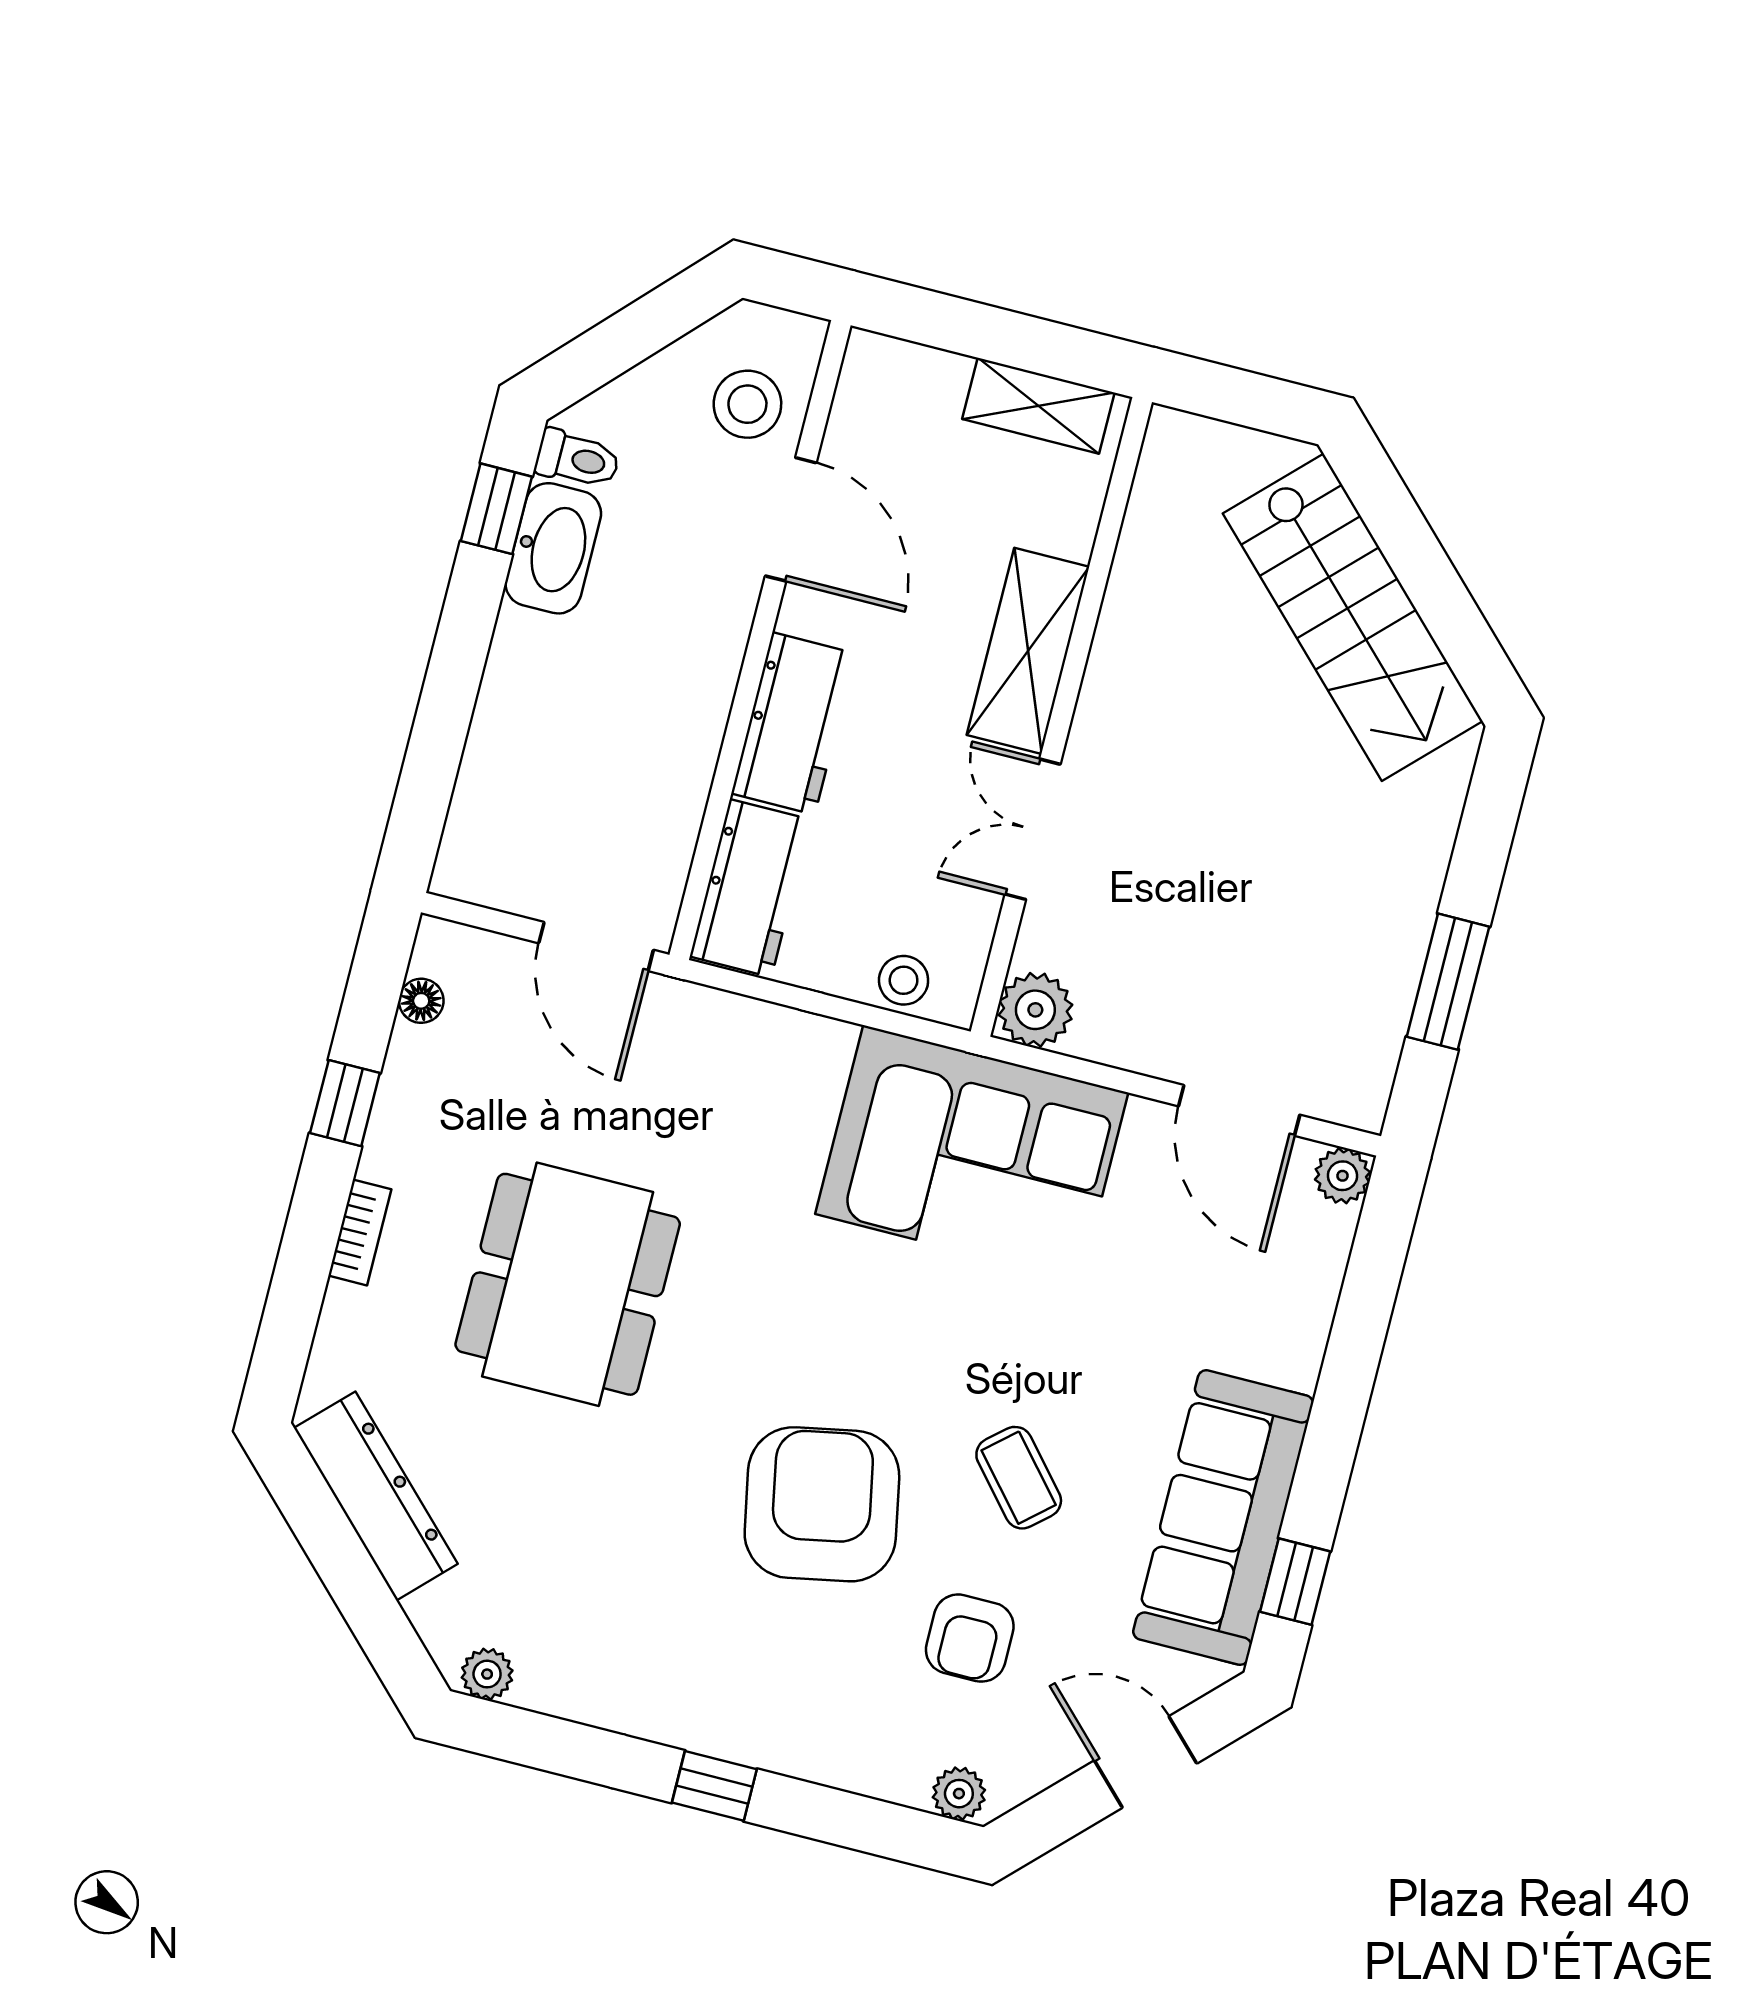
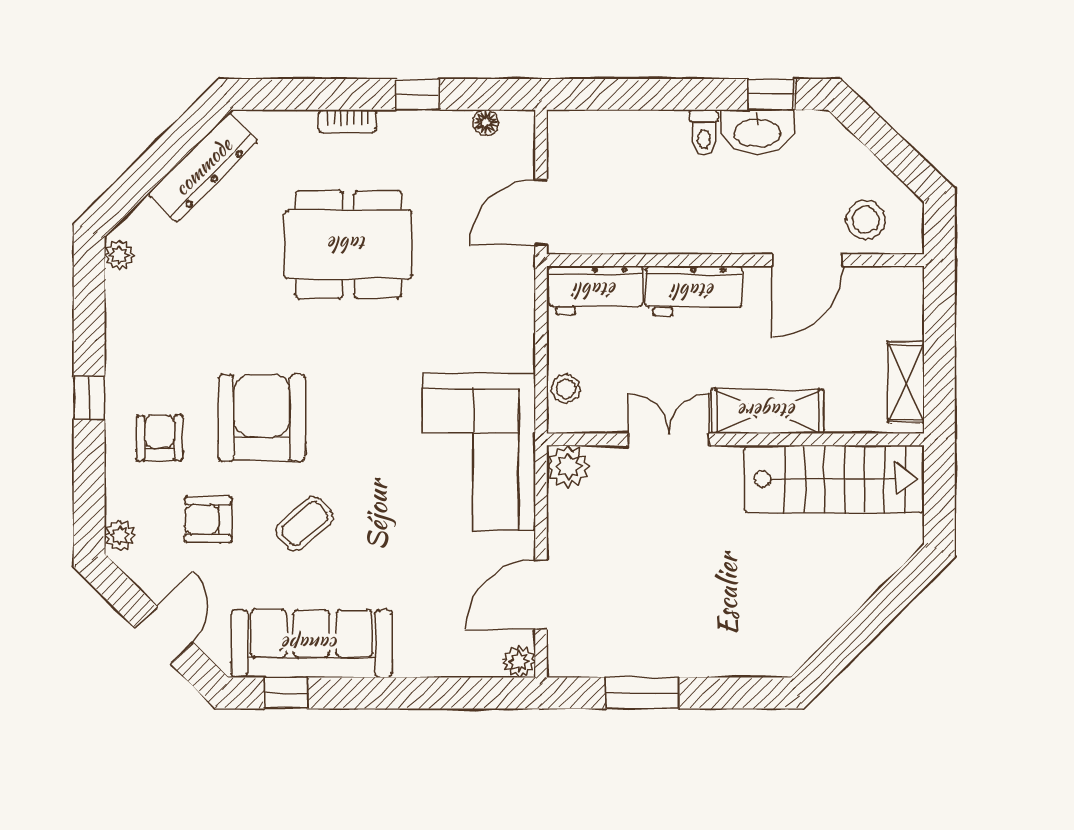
toilet: (578, 459) -> (704, 133), moved
stairs: (1353, 617) -> (834, 479), moved, turned -135
armchair: (822, 1504) -> (262, 418), turned -79
armchair: (812, 1685) -> (159, 438), added

